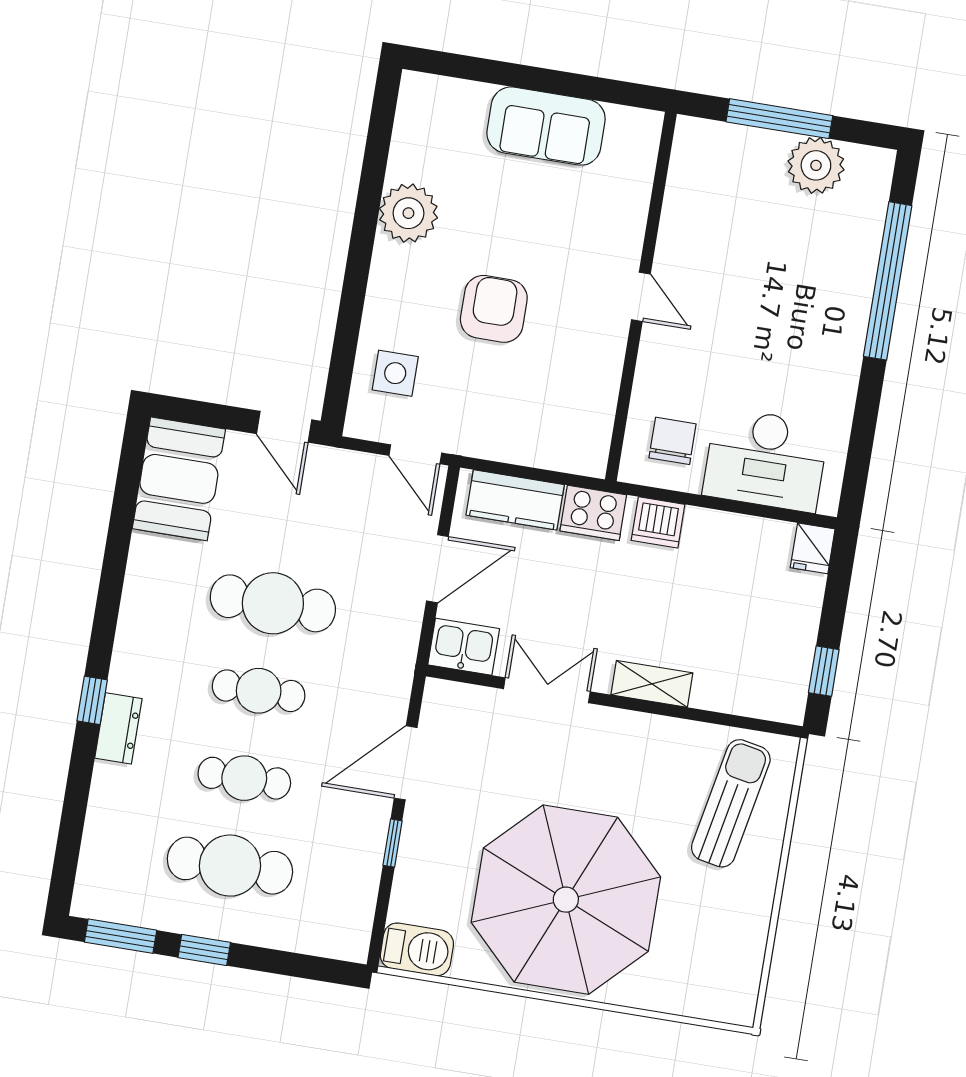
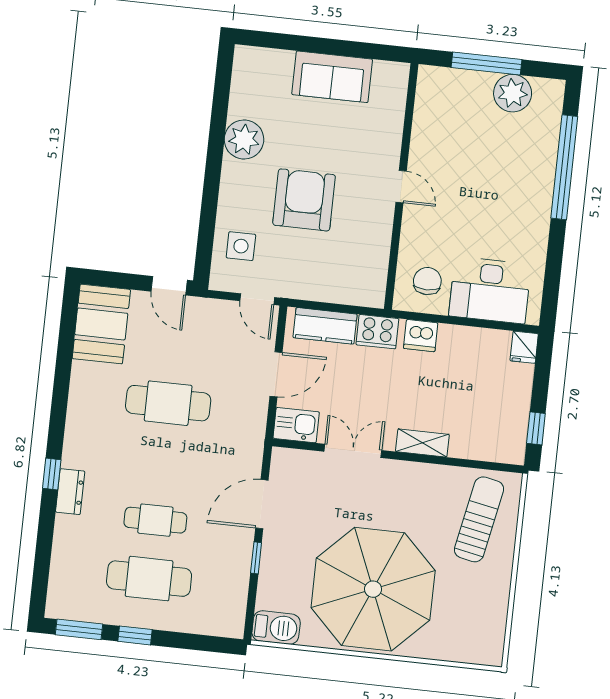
armchair: (494, 309) -> (304, 200), width x1.36, depth x1.36
cafe table: (259, 691) -> (162, 462), removed

